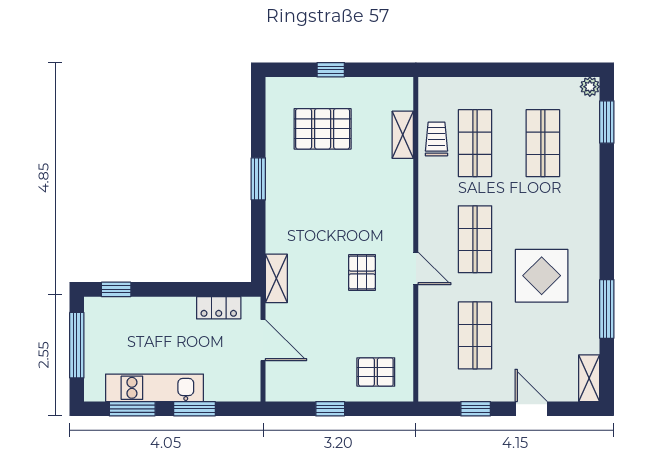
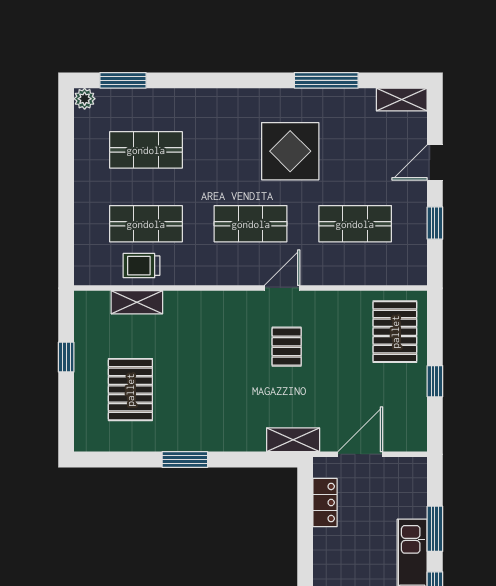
window: (331, 70) -> (66, 357), moved
pallet: (362, 272) -> (287, 347), turned 90
pallet: (376, 372) -> (395, 332), width x1.50, depth x1.42

